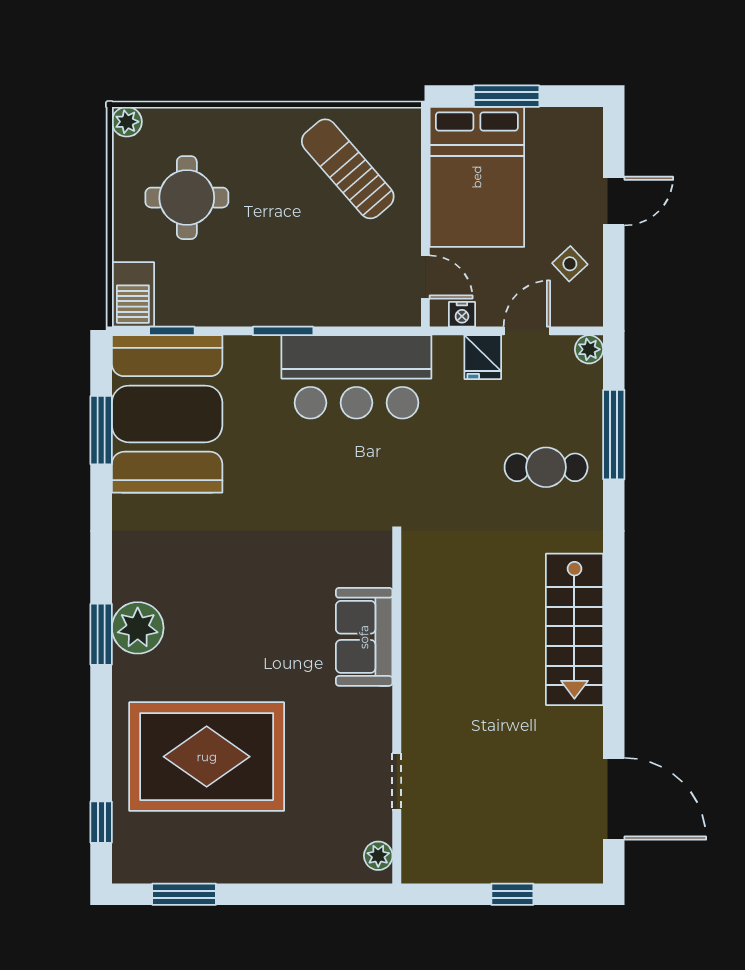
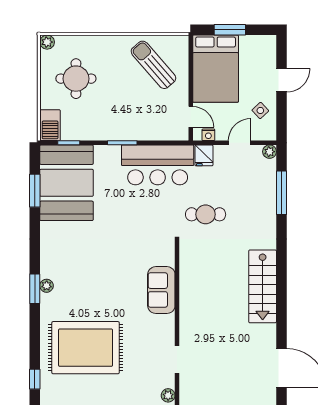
fridge: (483, 357) -> (204, 155), moved
cafe table: (546, 467) -> (206, 214), moved
plant: (138, 628) -> (47, 286), width x0.53, depth x0.53

